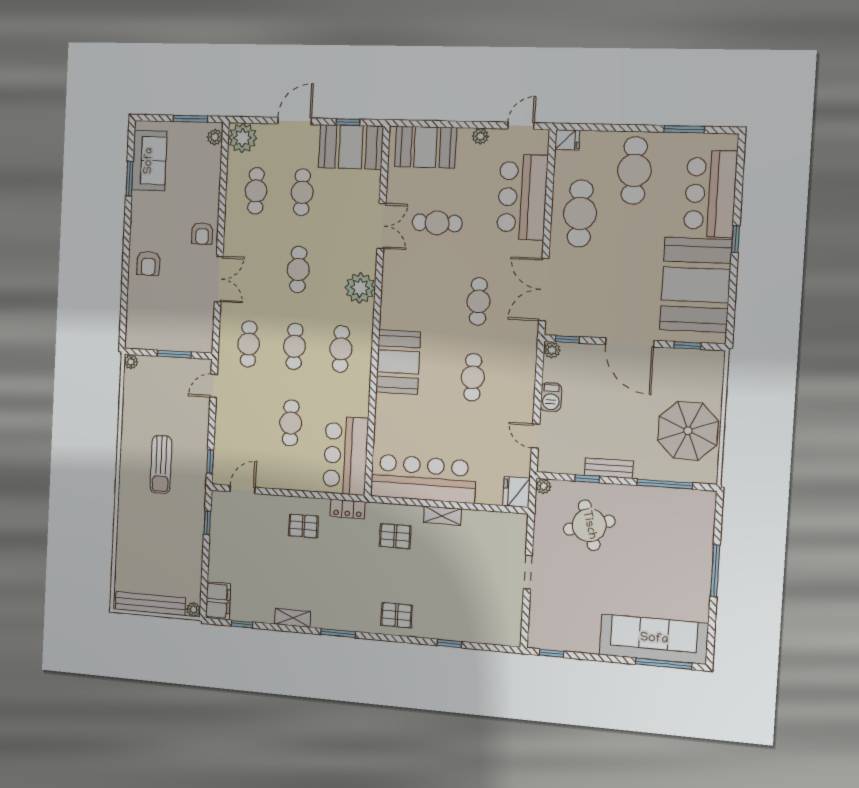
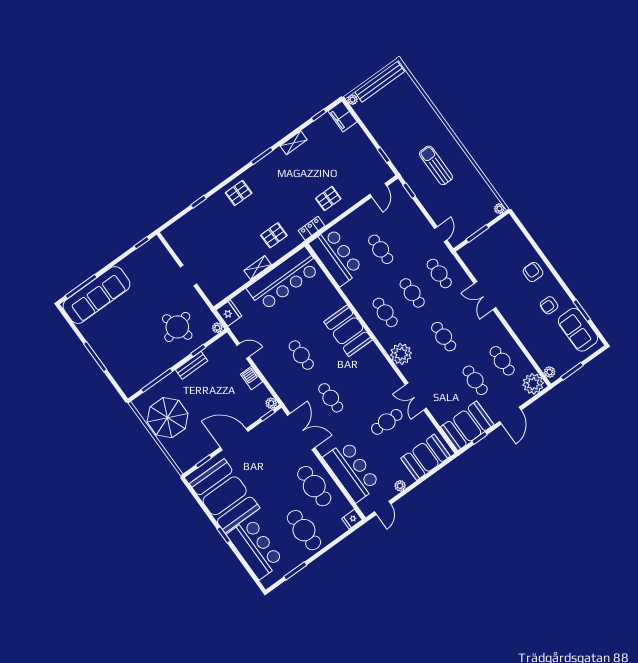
armchair: (202, 233) -> (549, 305), moved, turned -90

